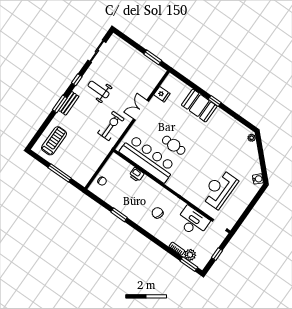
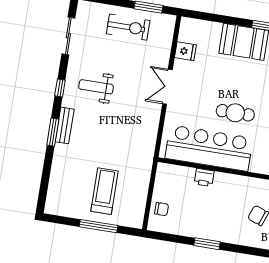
exercise bike: (111, 126) -> (128, 27), moved, turned 90
treadmill: (54, 141) -> (104, 191), moved

